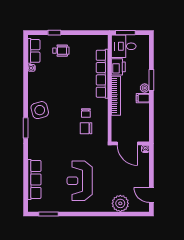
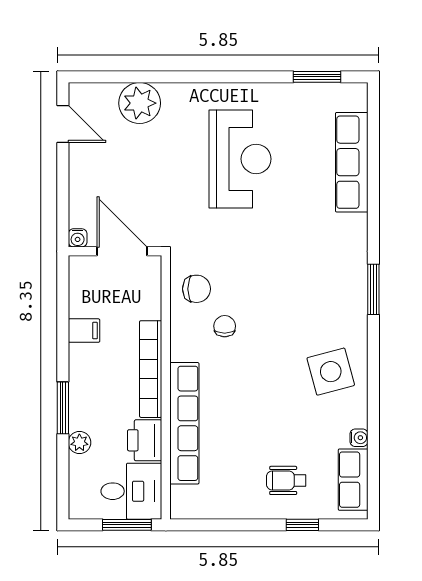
plant: (145, 88) -> (79, 443), moved
filing cabinet: (143, 98) -> (84, 331), moved
side table: (40, 110) -> (331, 372), moved
chair: (86, 128) -> (197, 289), moved

